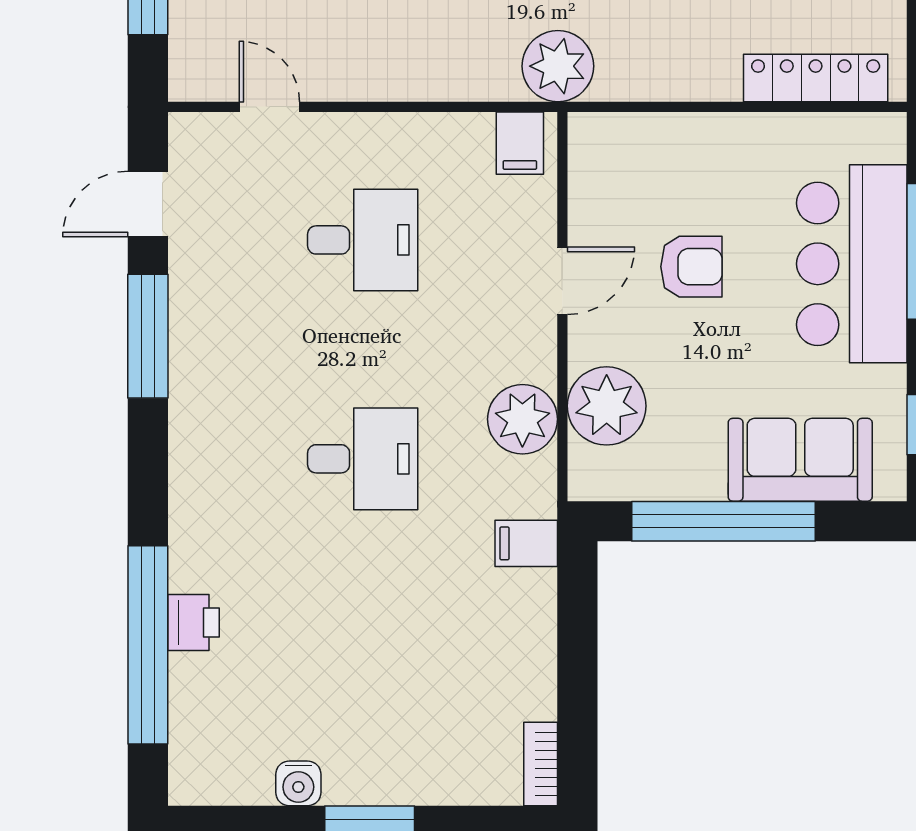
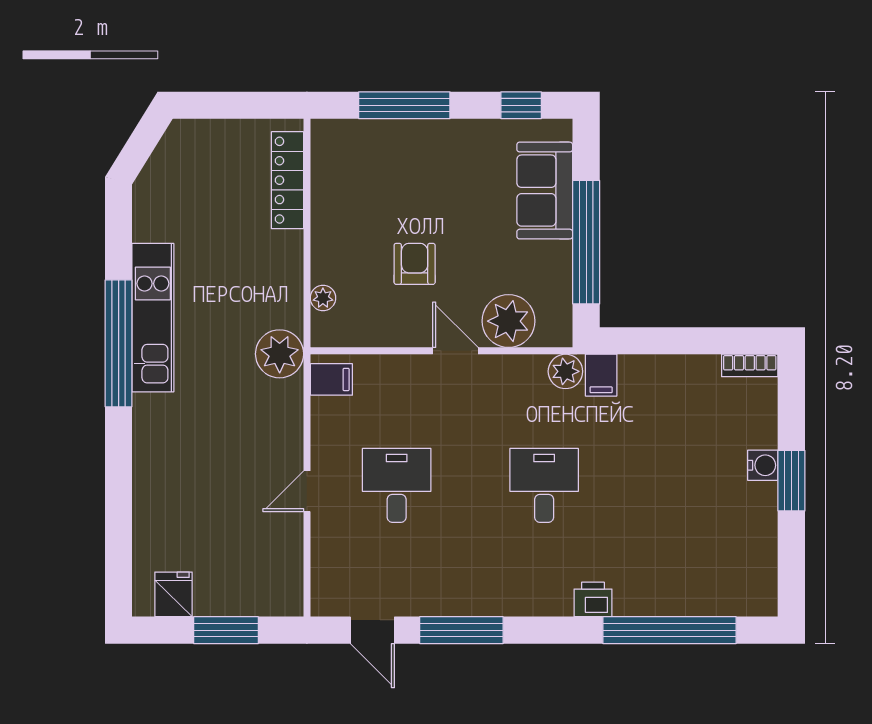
door: (269, 107) -> (307, 491), moved
plant: (641, 131) -> (323, 298), added
bar counter: (852, 264) -> (413, 156), removed
door: (562, 281) -> (455, 351), moved
plant: (522, 419) -> (565, 371), moved, width x0.73, depth x0.73
printer: (193, 623) -> (593, 599), moved
water cooler: (298, 783) -> (763, 465), moved

